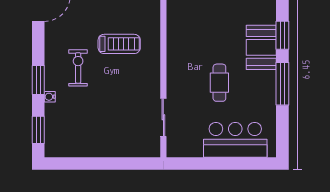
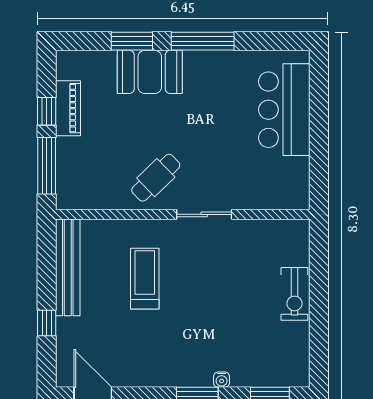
exercise bike: (78, 68) -> (294, 294), moved, turned -90
cafe table: (219, 83) -> (156, 178), moved, turned -44
sliding door: (163, 117) -> (204, 214), moved

